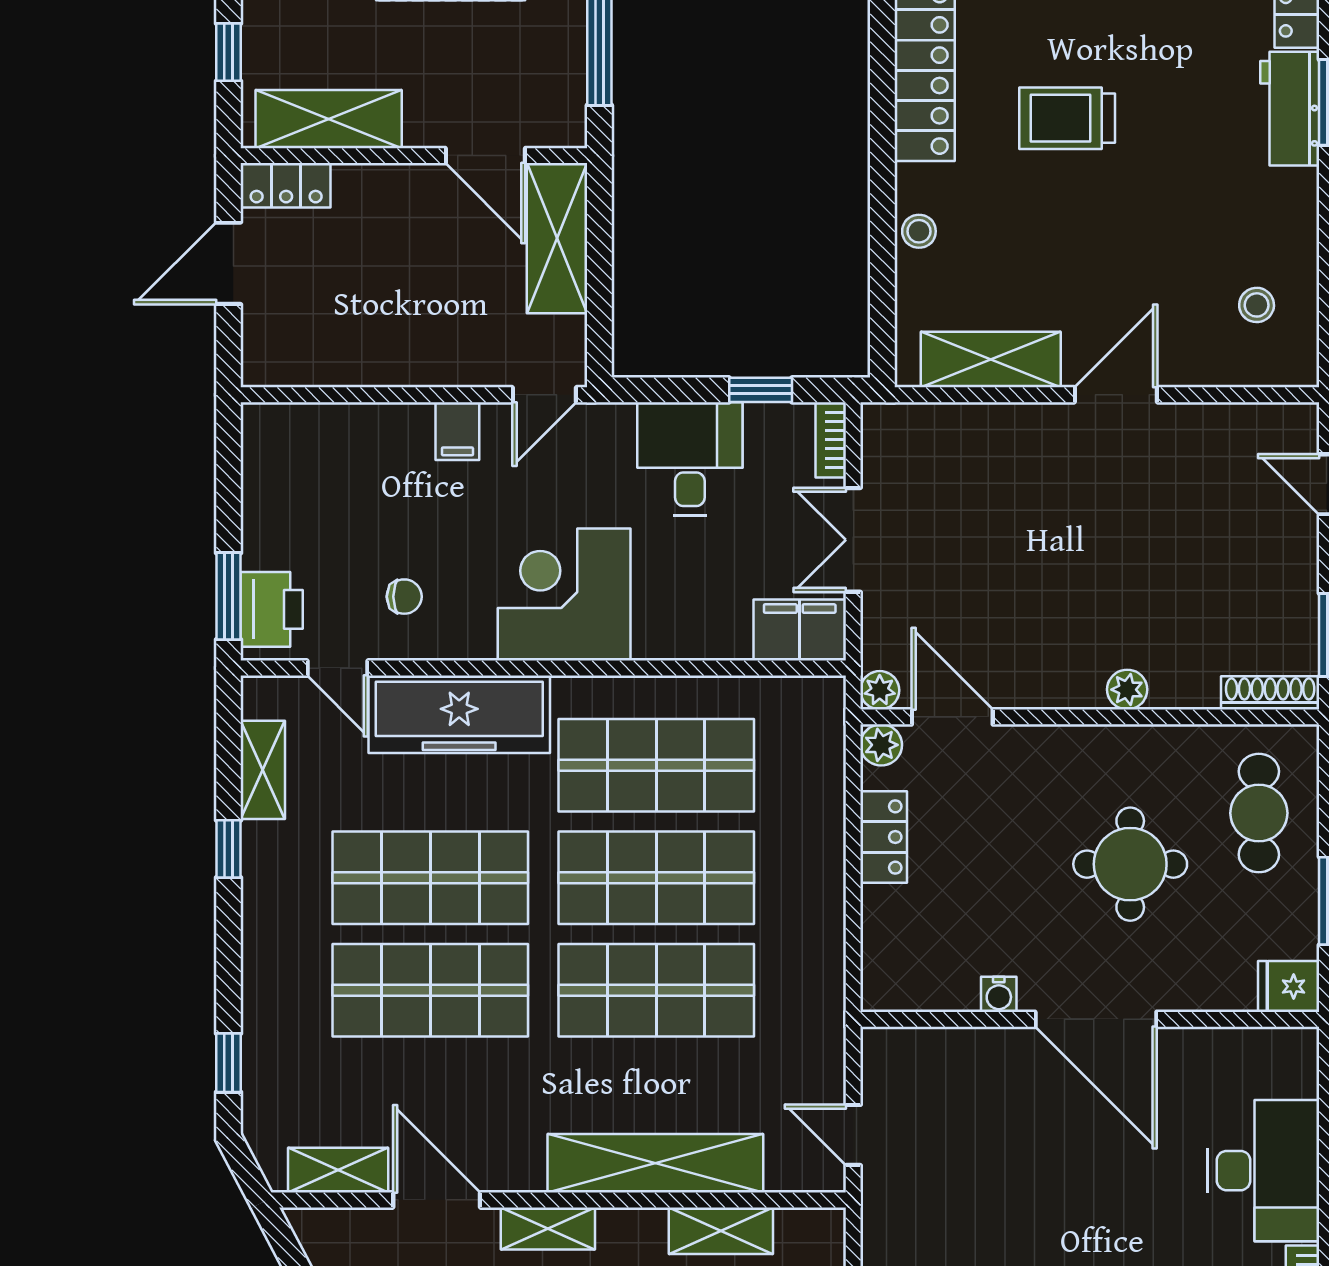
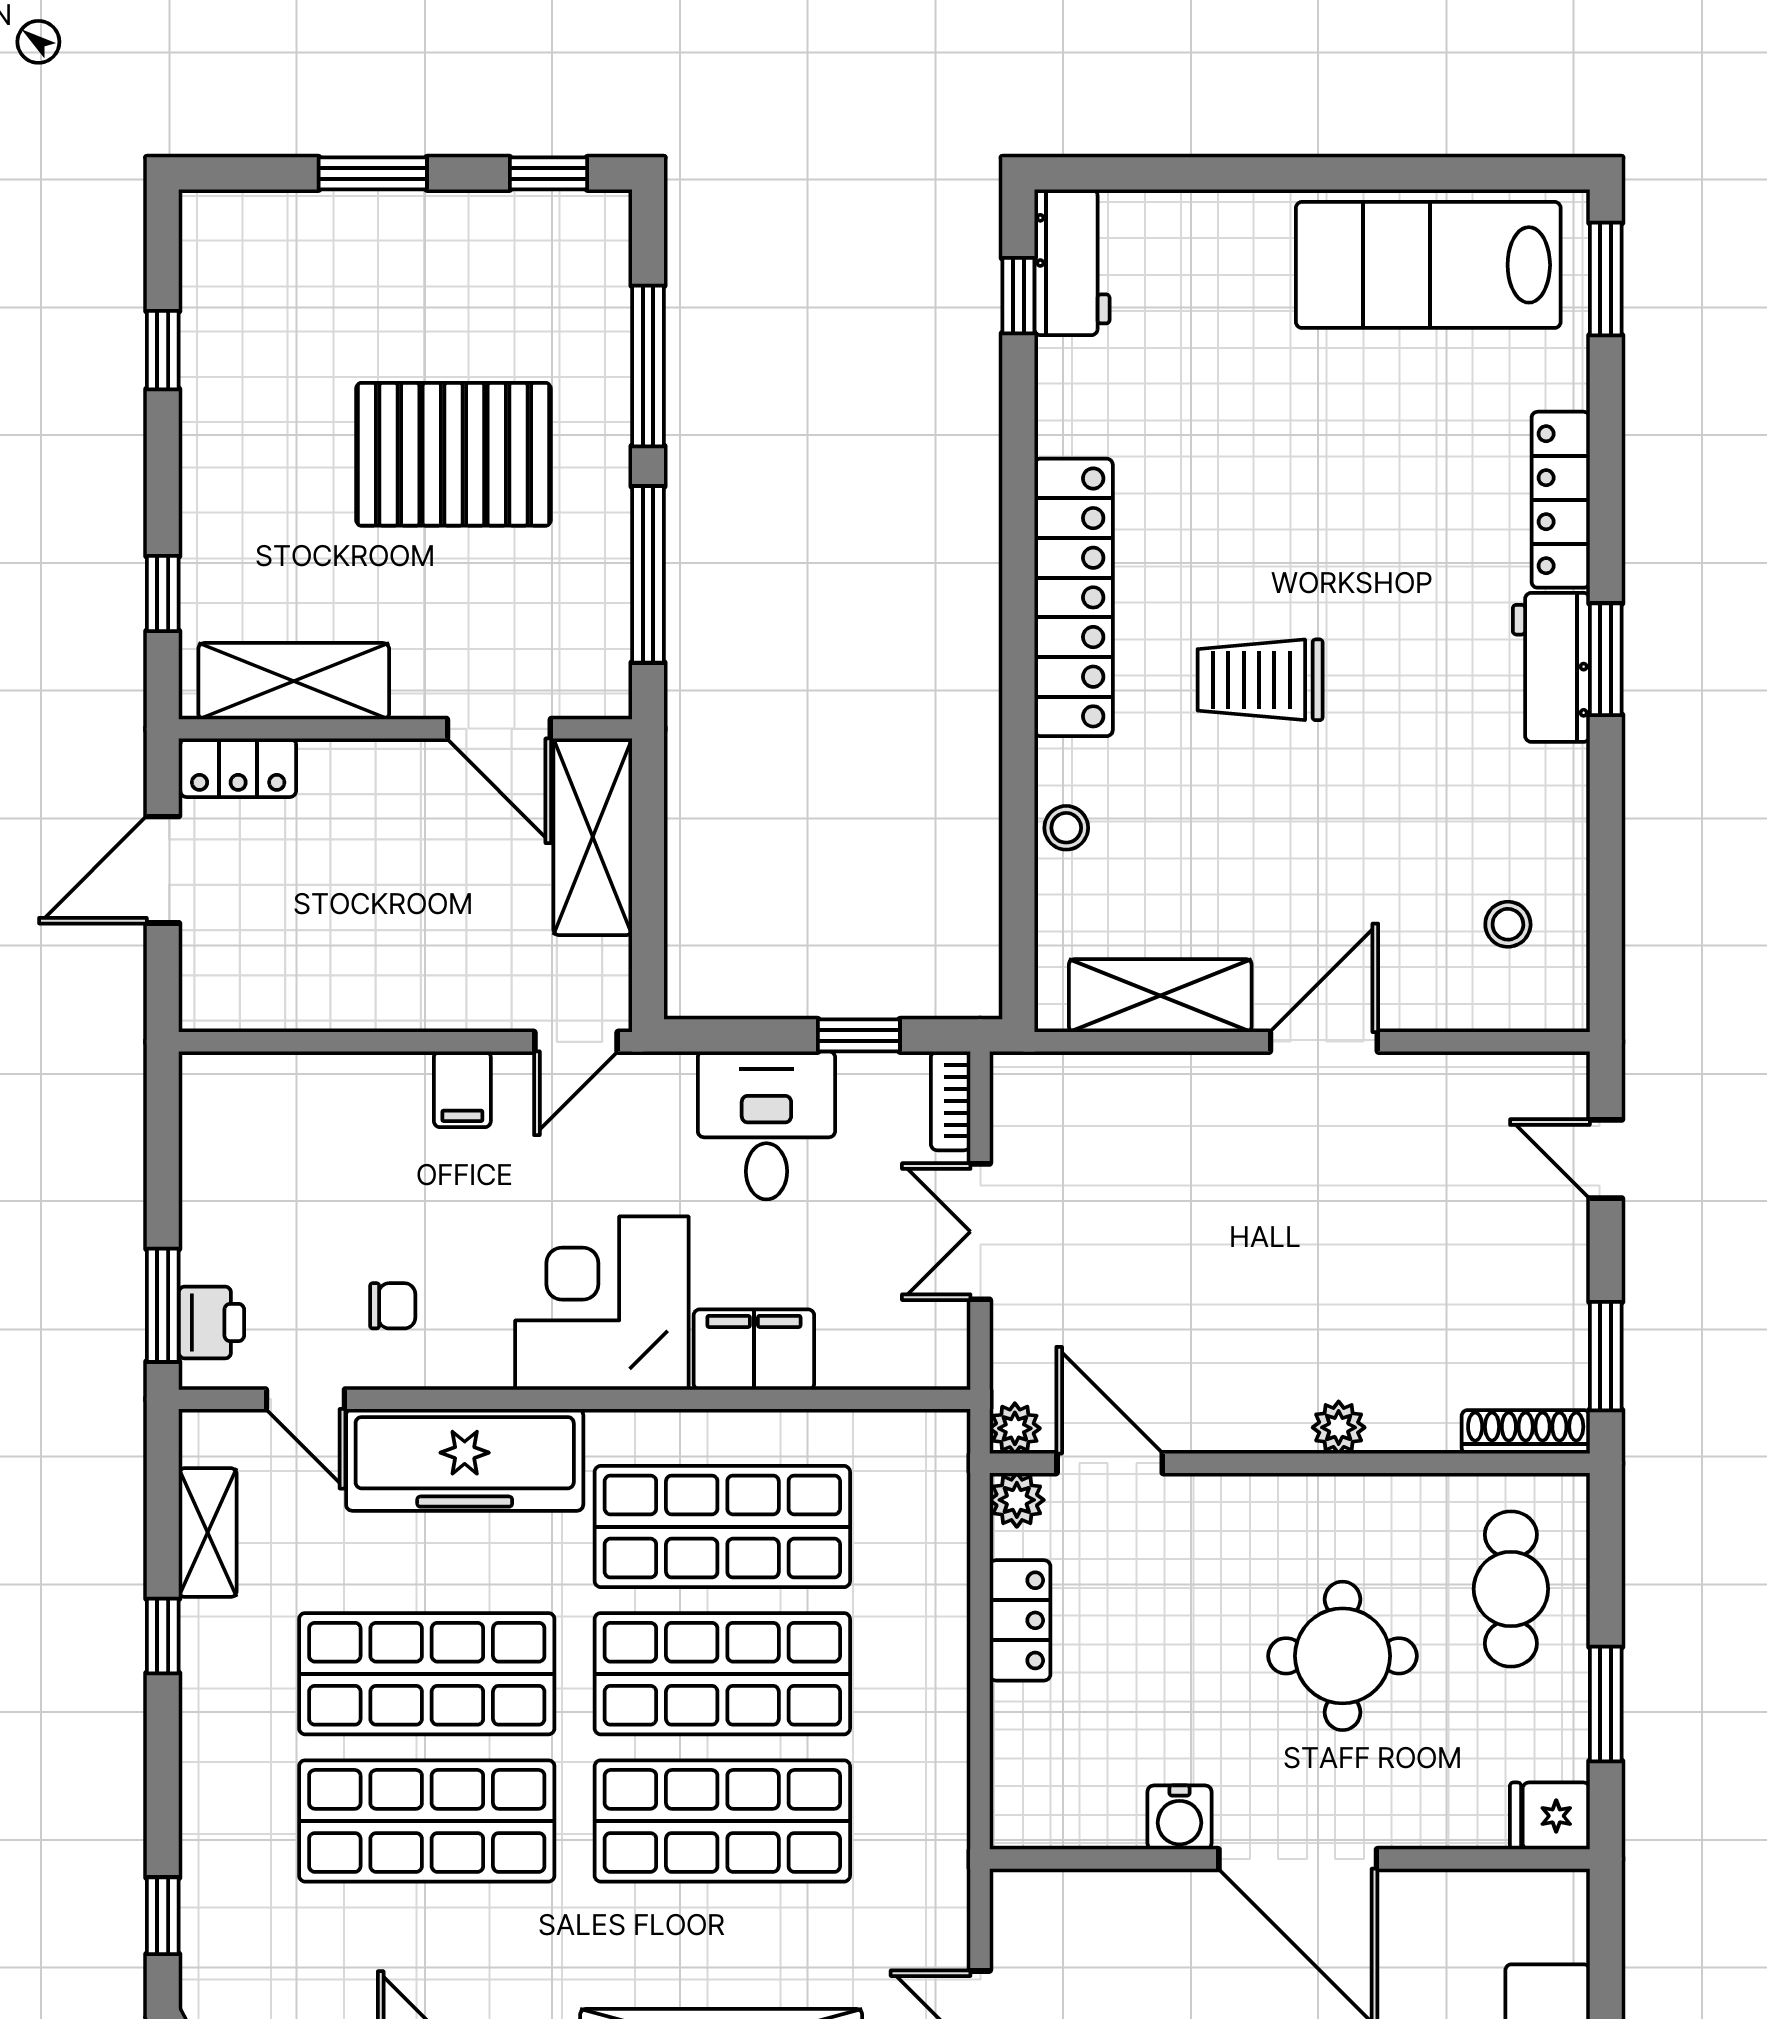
printer: (272, 609) -> (211, 1322), width x0.73, depth x0.81
filing cabinet: (800, 630) -> (754, 1350), moved
water cooler: (999, 994) -> (1179, 1817), width x1.38, depth x1.38

